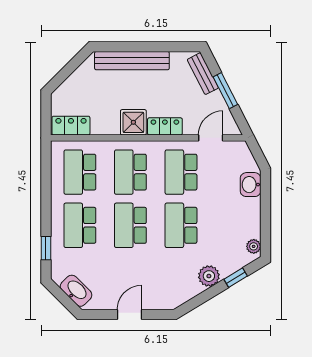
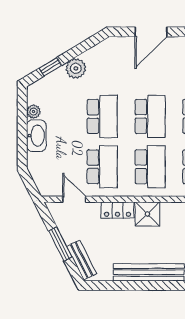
door: (211, 138) -> (74, 199), swing flipped
washbasin: (251, 185) -> (36, 136), moved, width x1.38
plant: (254, 246) -> (33, 112), moved
door: (130, 315) -> (151, 32), width x1.38

